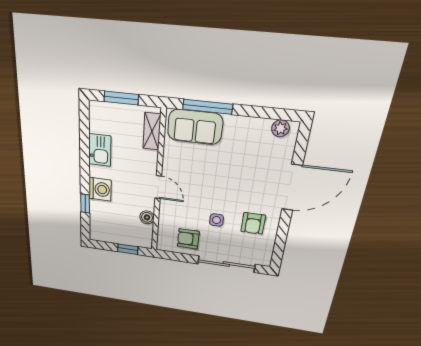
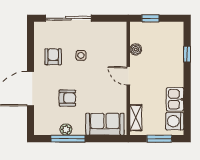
window: (208, 107) -> (68, 139), moved
plant: (280, 128) -> (66, 129), moved
washing machine: (100, 189) -> (175, 121), moved
armchair: (188, 239) -> (67, 98), moved

